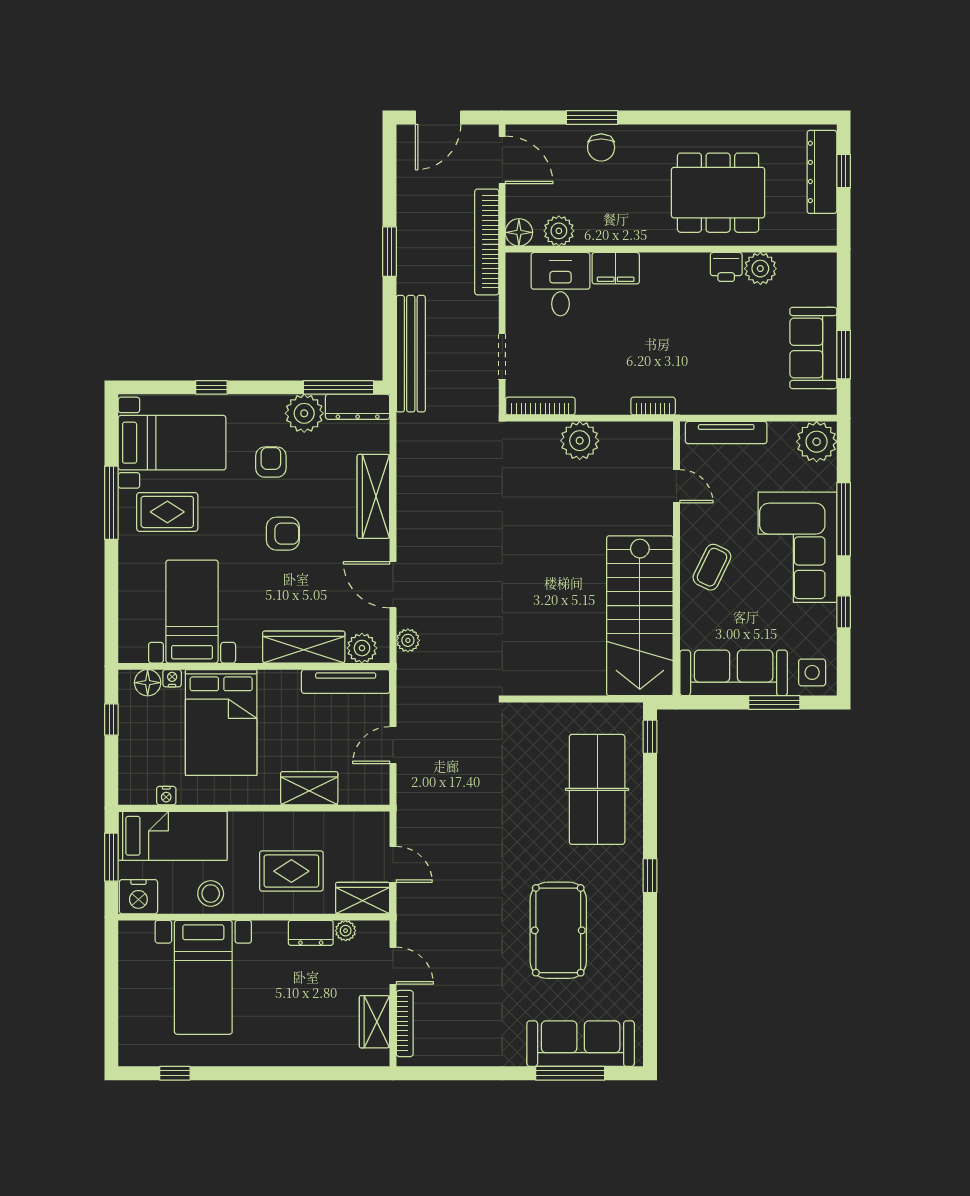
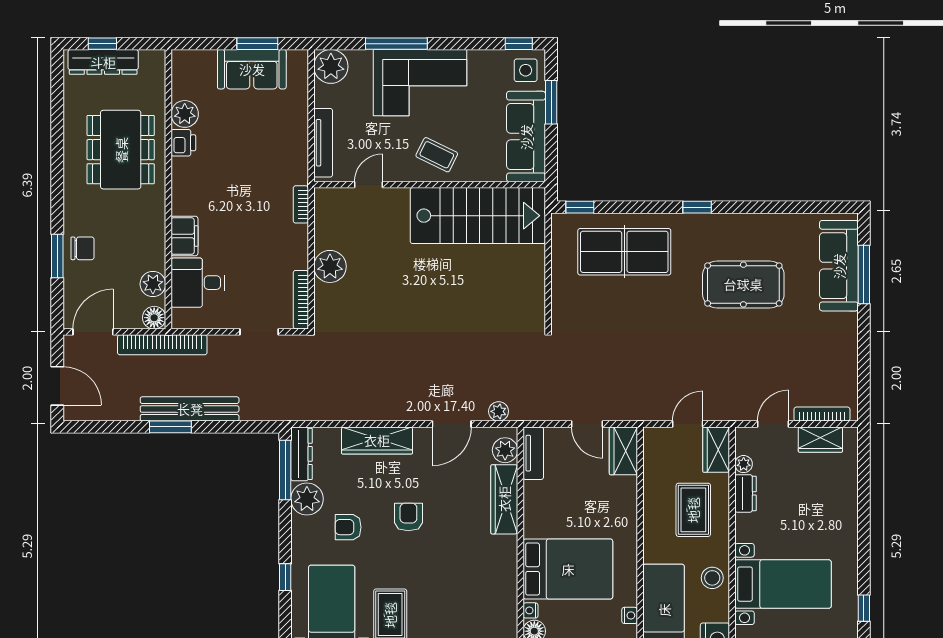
bench: (411, 354) -> (190, 409), moved
bed with nightstands: (192, 612) -> (474, 594), removed
window: (844, 612) -> (519, 44), moved
tv unit: (346, 682) -> (533, 453), width x0.71
wardrobe: (309, 788) -> (623, 451), moved

